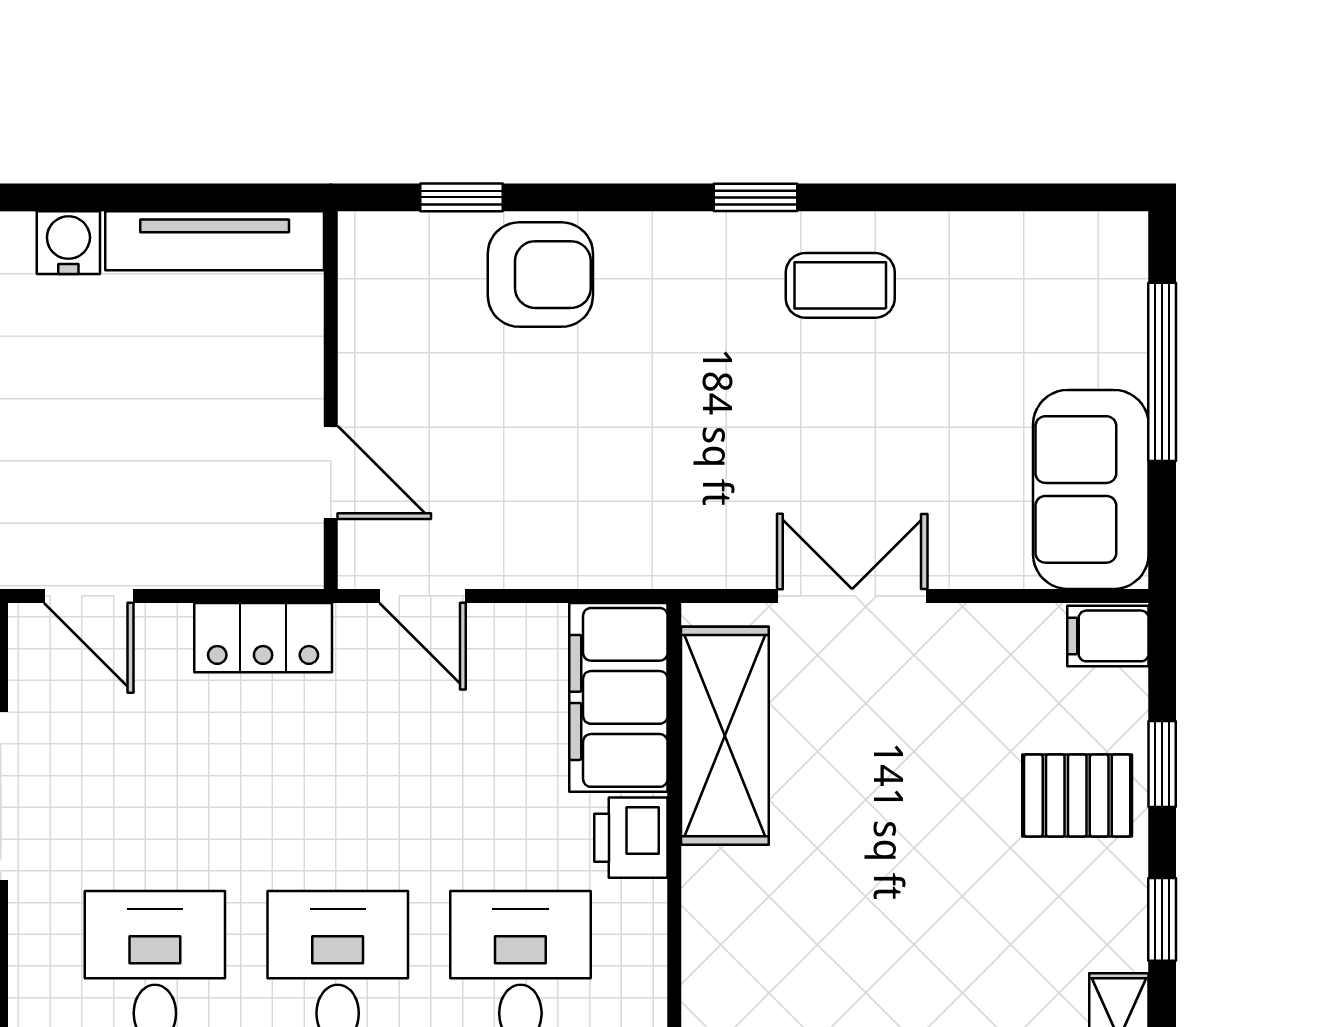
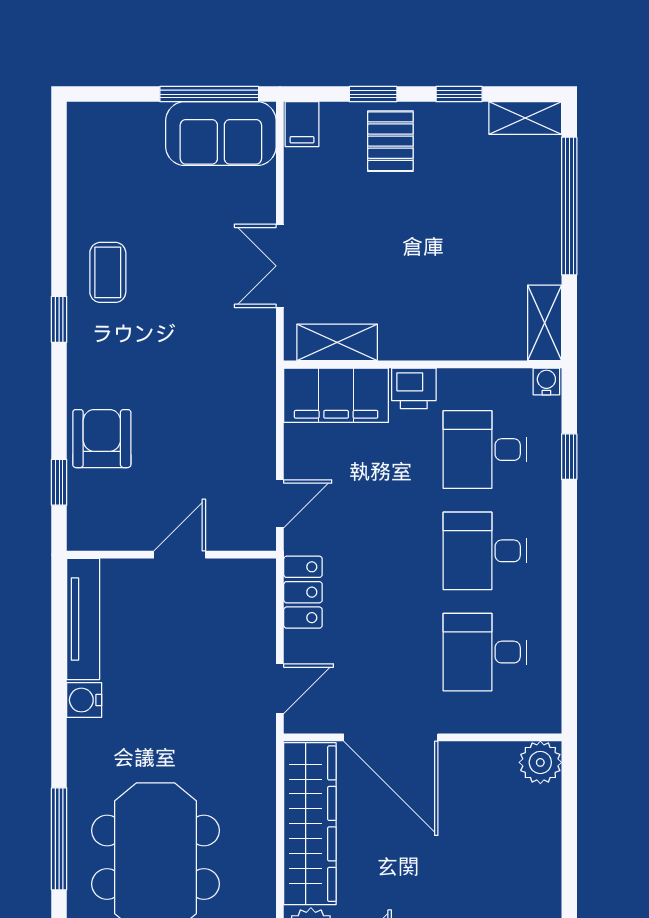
window: (1162, 372) -> (209, 94), moved
door: (331, 473) -> (180, 555), moved
shelving: (725, 736) -> (337, 342), width x0.67, depth x0.75

